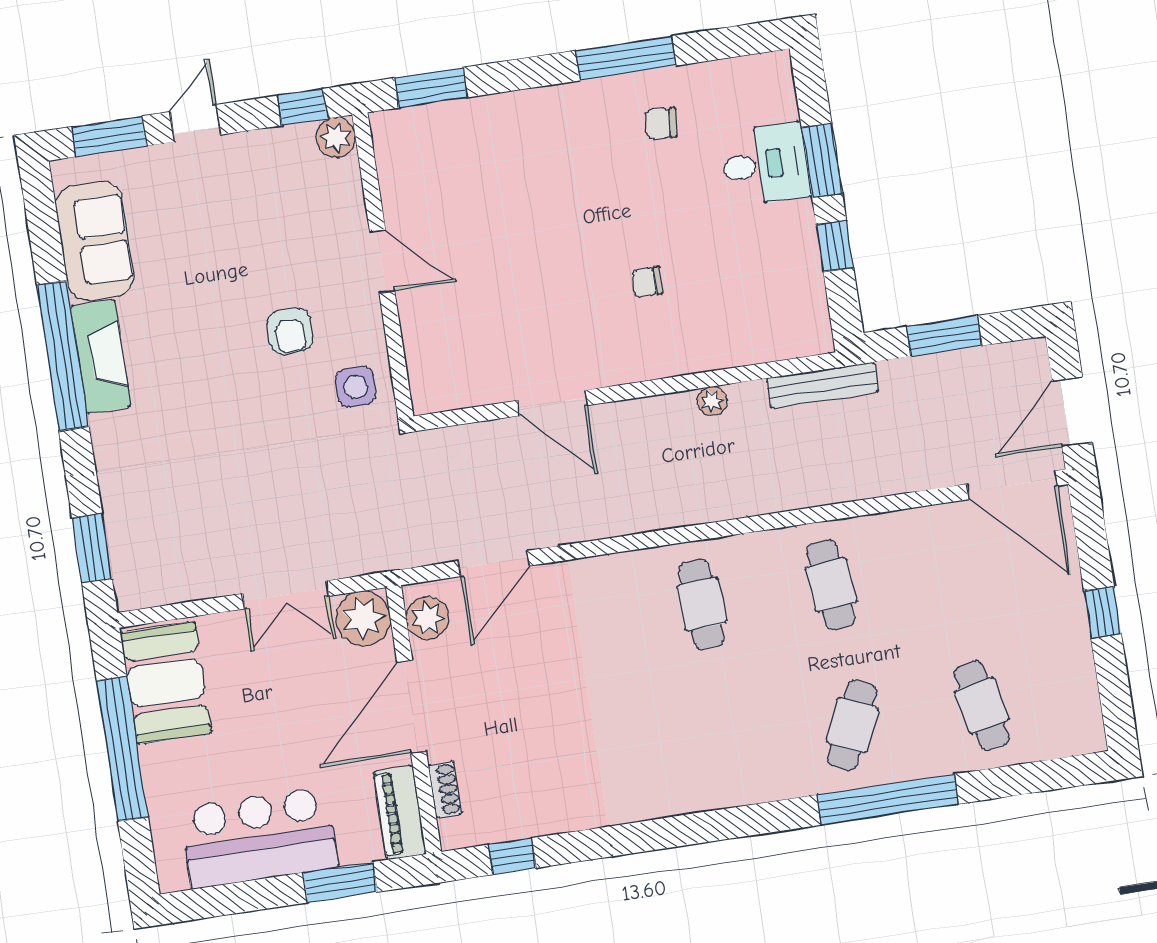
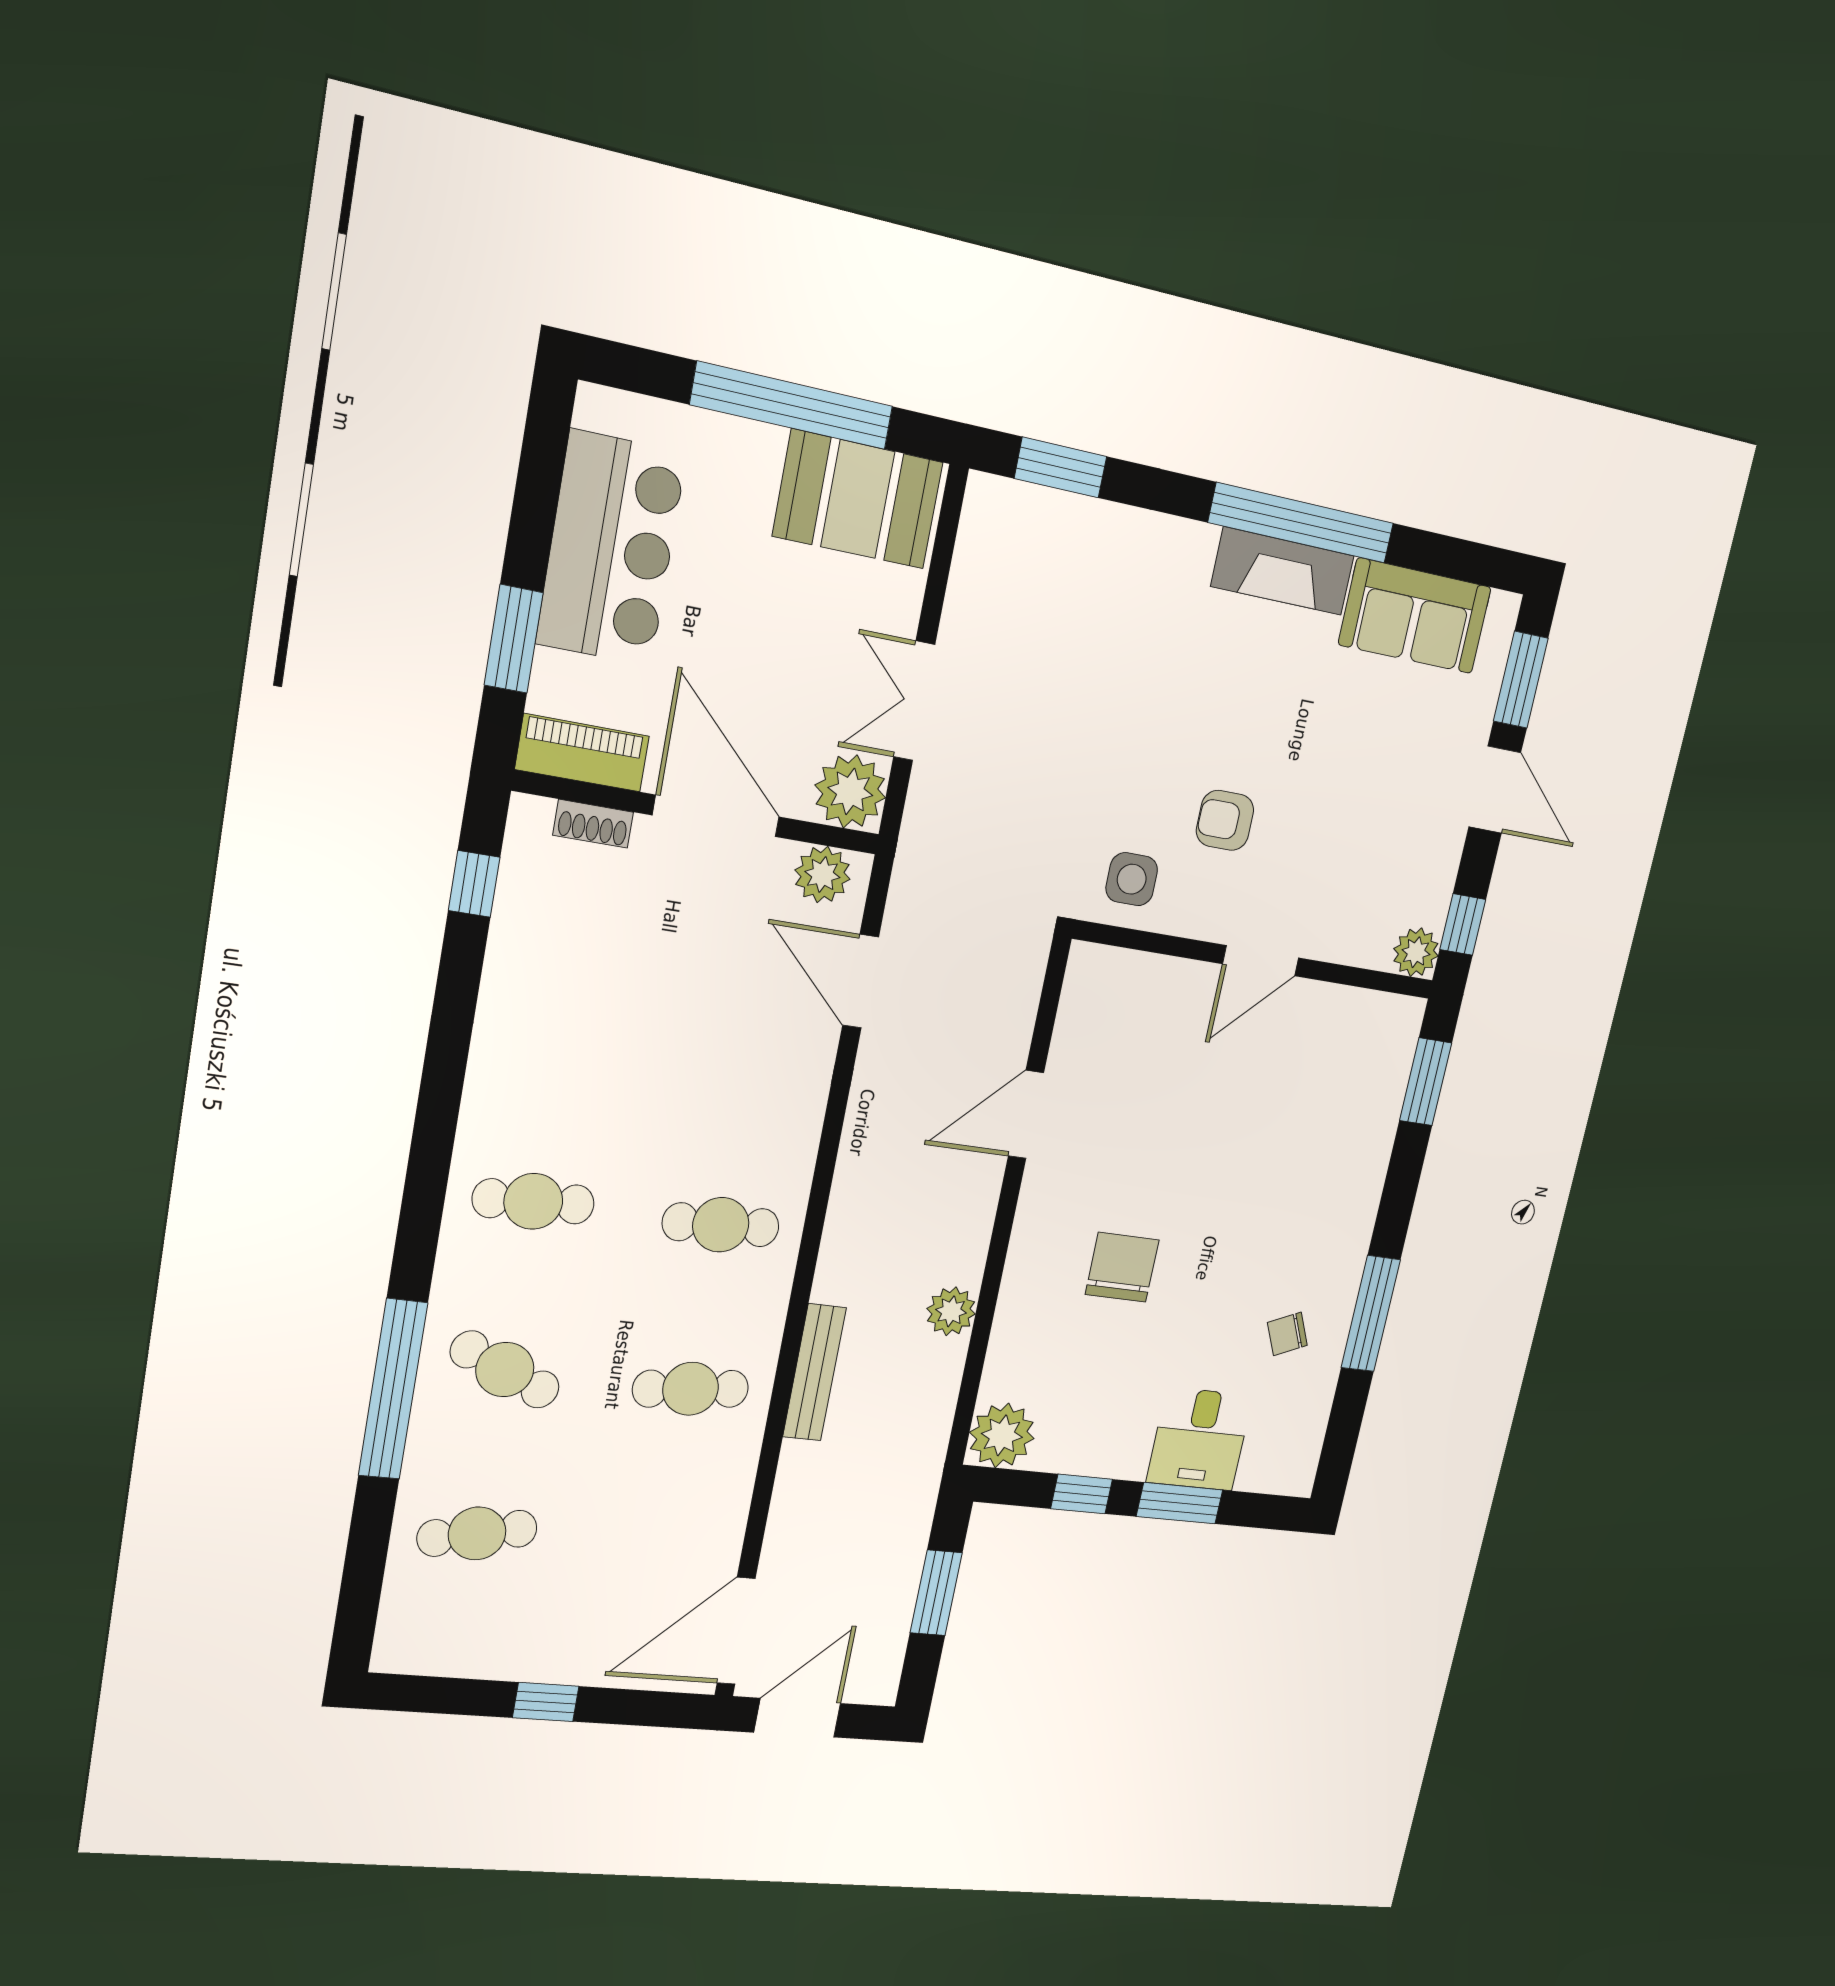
door: (195, 123) -> (1495, 790), width x1.37
chair: (661, 123) -> (1287, 1334), turned -119
chair: (647, 282) -> (1122, 1267), width x1.87, depth x1.87
plant: (804, 329) -> (1002, 1435), added
bench: (823, 385) -> (815, 1372), moved
plant: (712, 401) -> (951, 1311), width x1.38, depth x1.38
door: (1072, 412) -> (797, 1718), hinge flipped
cafe table: (723, 745) -> (533, 1201), added

